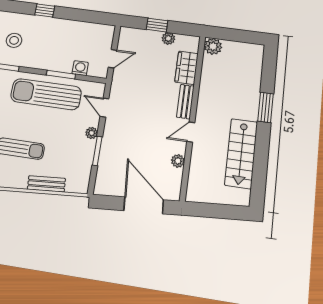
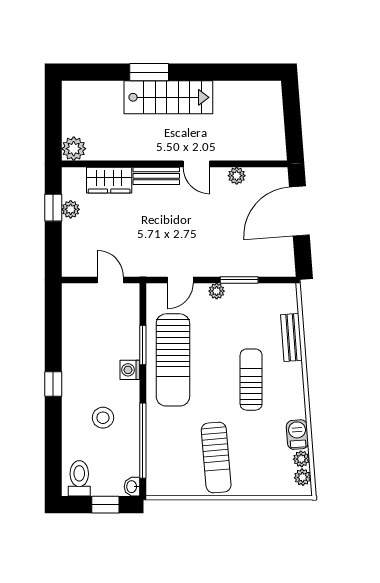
window: (157, 25) -> (53, 208), moved
washing machine: (80, 68) -> (130, 370), moved
stairs: (241, 153) -> (168, 97), moved

